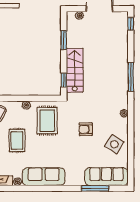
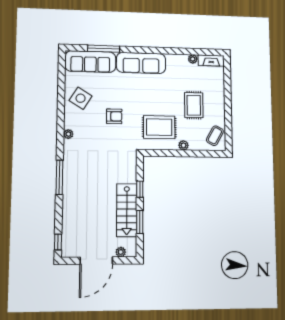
stairs: (75, 70) -> (127, 210), moved
window: (64, 80) -> (140, 189), moved
rug: (47, 121) -> (159, 127), turned 90
sofa: (44, 177) -> (141, 63), moved

